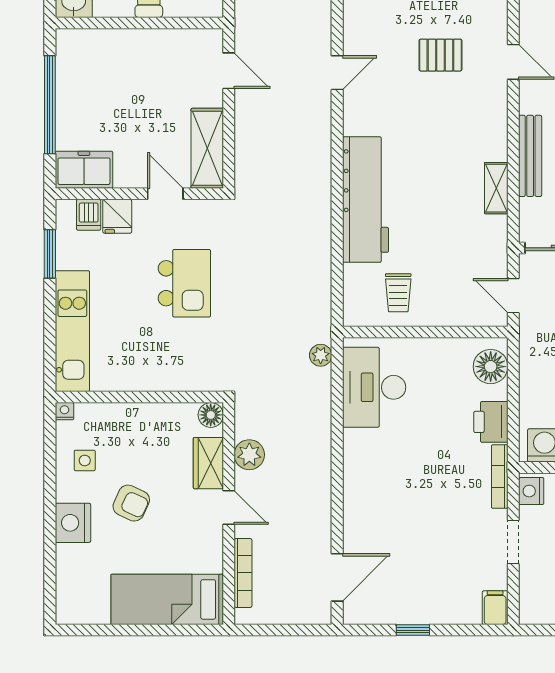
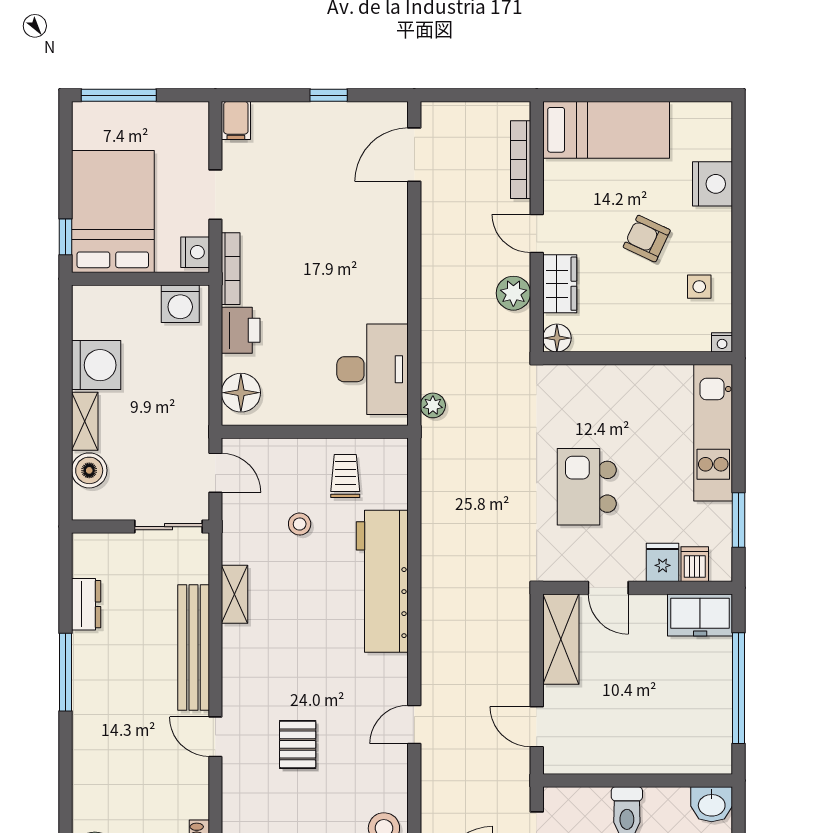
pallet: (440, 55) -> (298, 744), turned 90
bench: (530, 156) -> (194, 647), width x1.37, depth x1.21
stool: (439, 250) -> (300, 524), added
nightstand: (73, 523) -> (713, 184), moved

